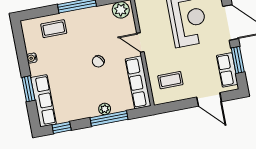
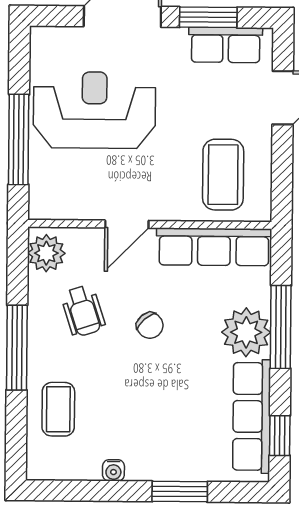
wheelchair: (99, 31) -> (83, 311), added
coffee table: (170, 80) -> (223, 175), width x1.36, depth x1.30
row of seats: (43, 101) -> (252, 416), moved, turned -90
plant: (105, 109) -> (246, 332), width x1.88, depth x1.88

